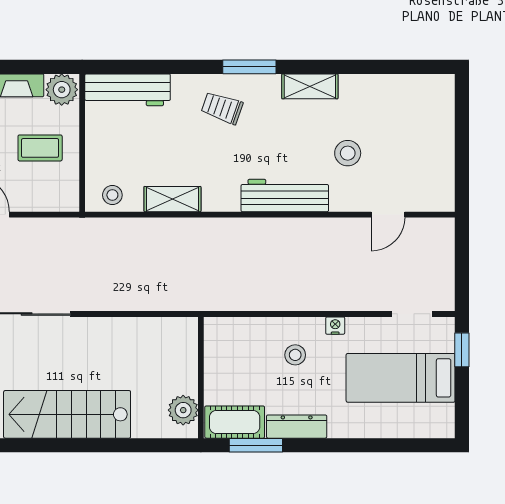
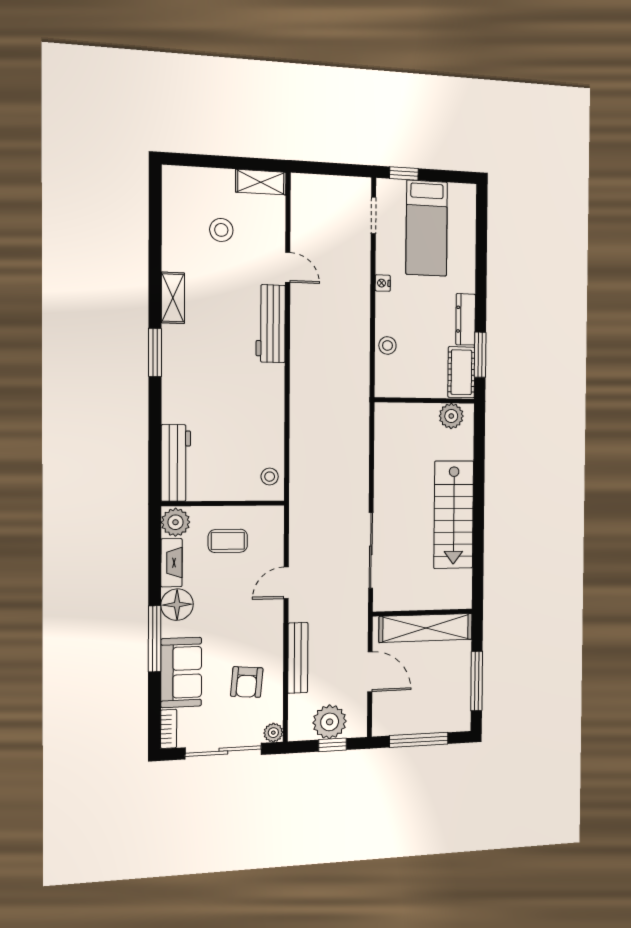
trolley: (222, 108) -> (192, 378), removed
coffee table: (40, 148) -> (228, 541), turned 90
stool: (348, 153) -> (221, 230), moved
shelving: (172, 199) -> (261, 182), moved, turned 90
door: (388, 215) -> (288, 267), moved
stool: (295, 355) -> (387, 345), moved

